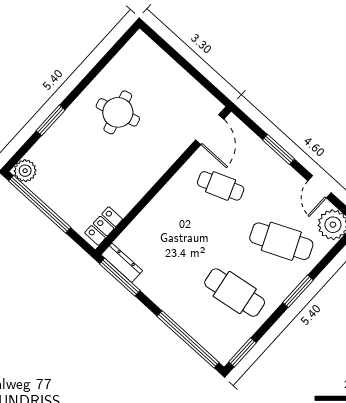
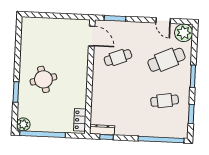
round table: (118, 112) -> (43, 79), moved
window: (278, 149) -> (115, 18), moved
window: (120, 277) -> (107, 137), width x0.46
cafe table: (235, 293) -> (165, 101), width x0.73, depth x0.74
window: (242, 352) -> (191, 114), moved

